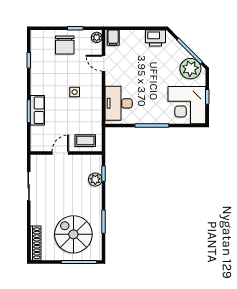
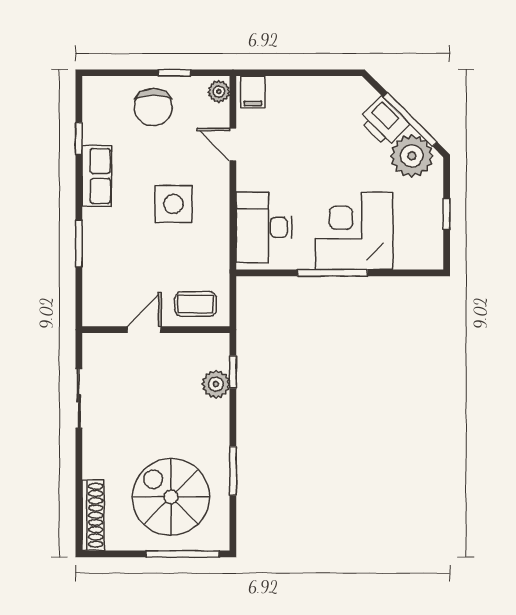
printer: (155, 38) -> (384, 122), moved, turned 45
side table: (75, 92) -> (173, 204), width x1.87, depth x1.87
corner desk: (187, 105) -> (354, 231), moved, turned 90
row of seats: (37, 110) -> (97, 176), moved

